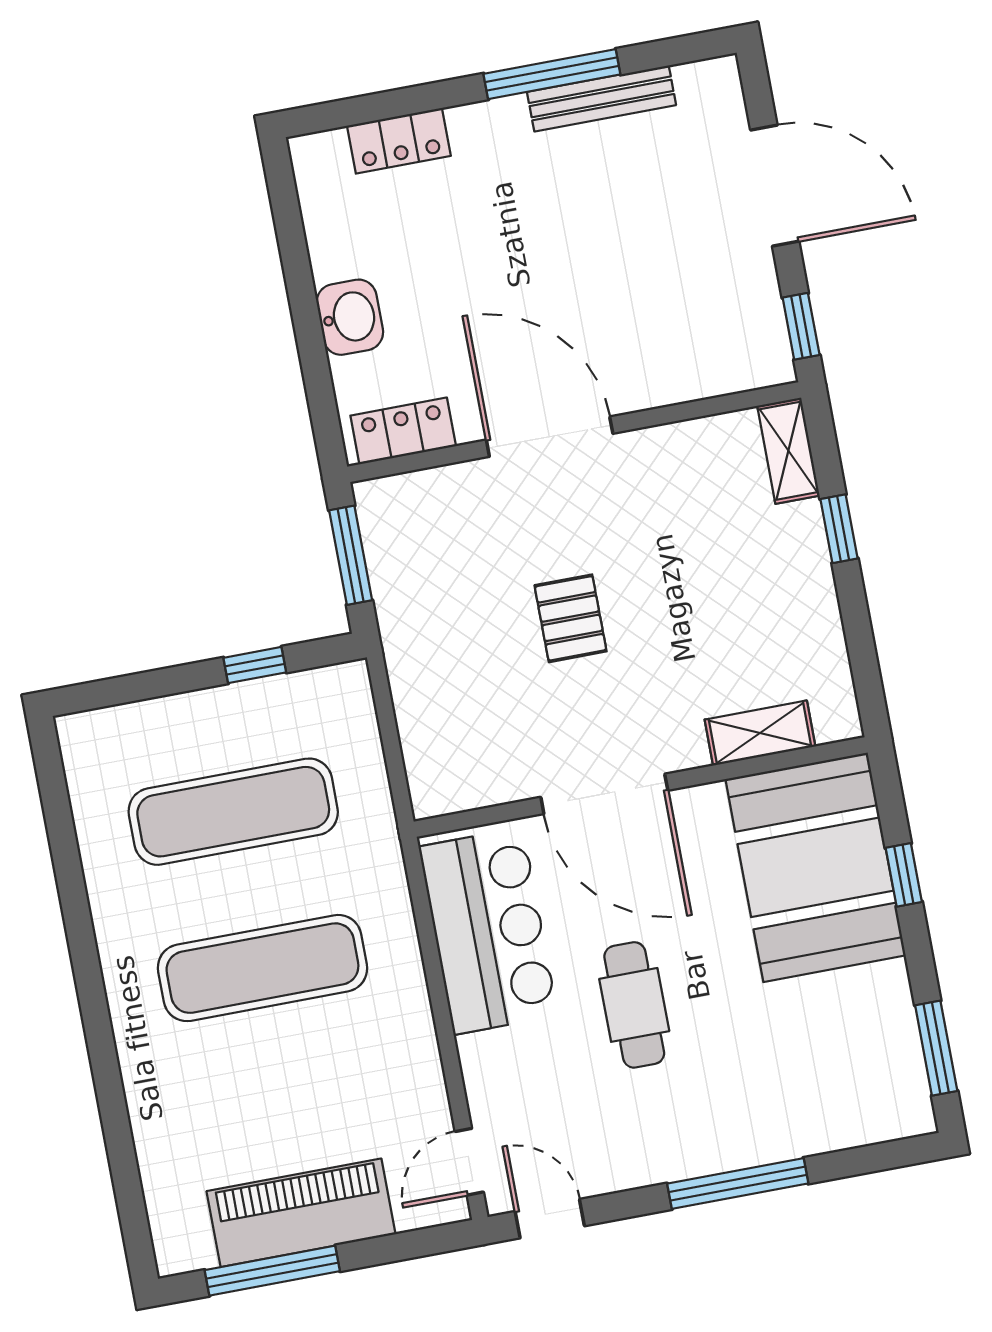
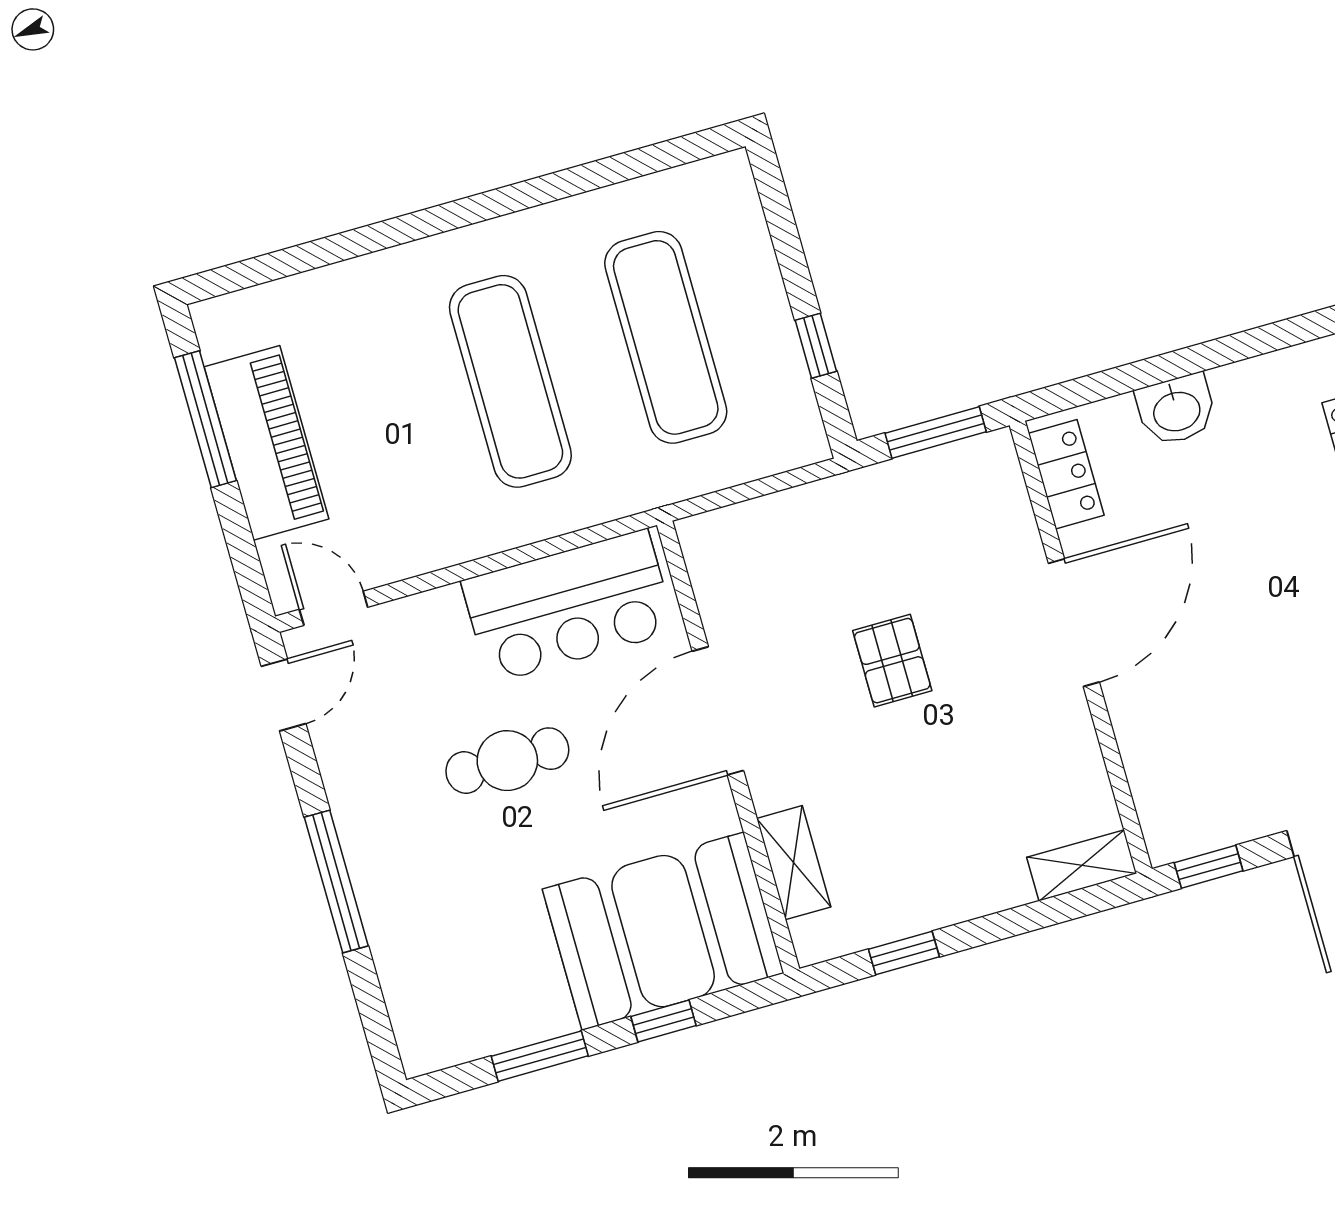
window: (839, 529) -> (904, 953), moved
pallet: (571, 618) -> (892, 661), turned 90
window: (936, 1048) -> (540, 1056), moved

